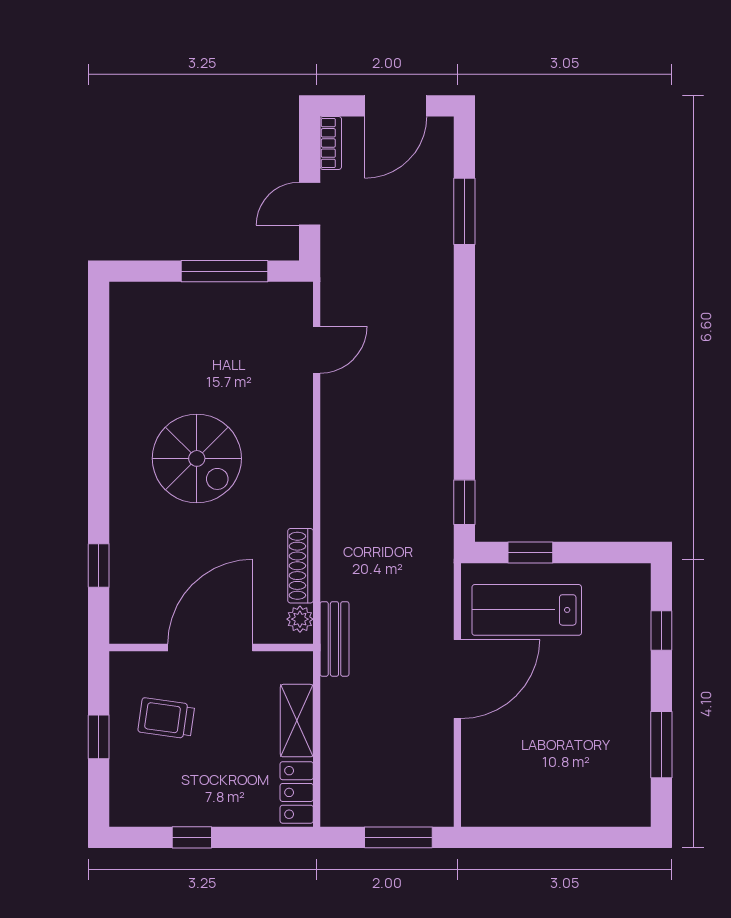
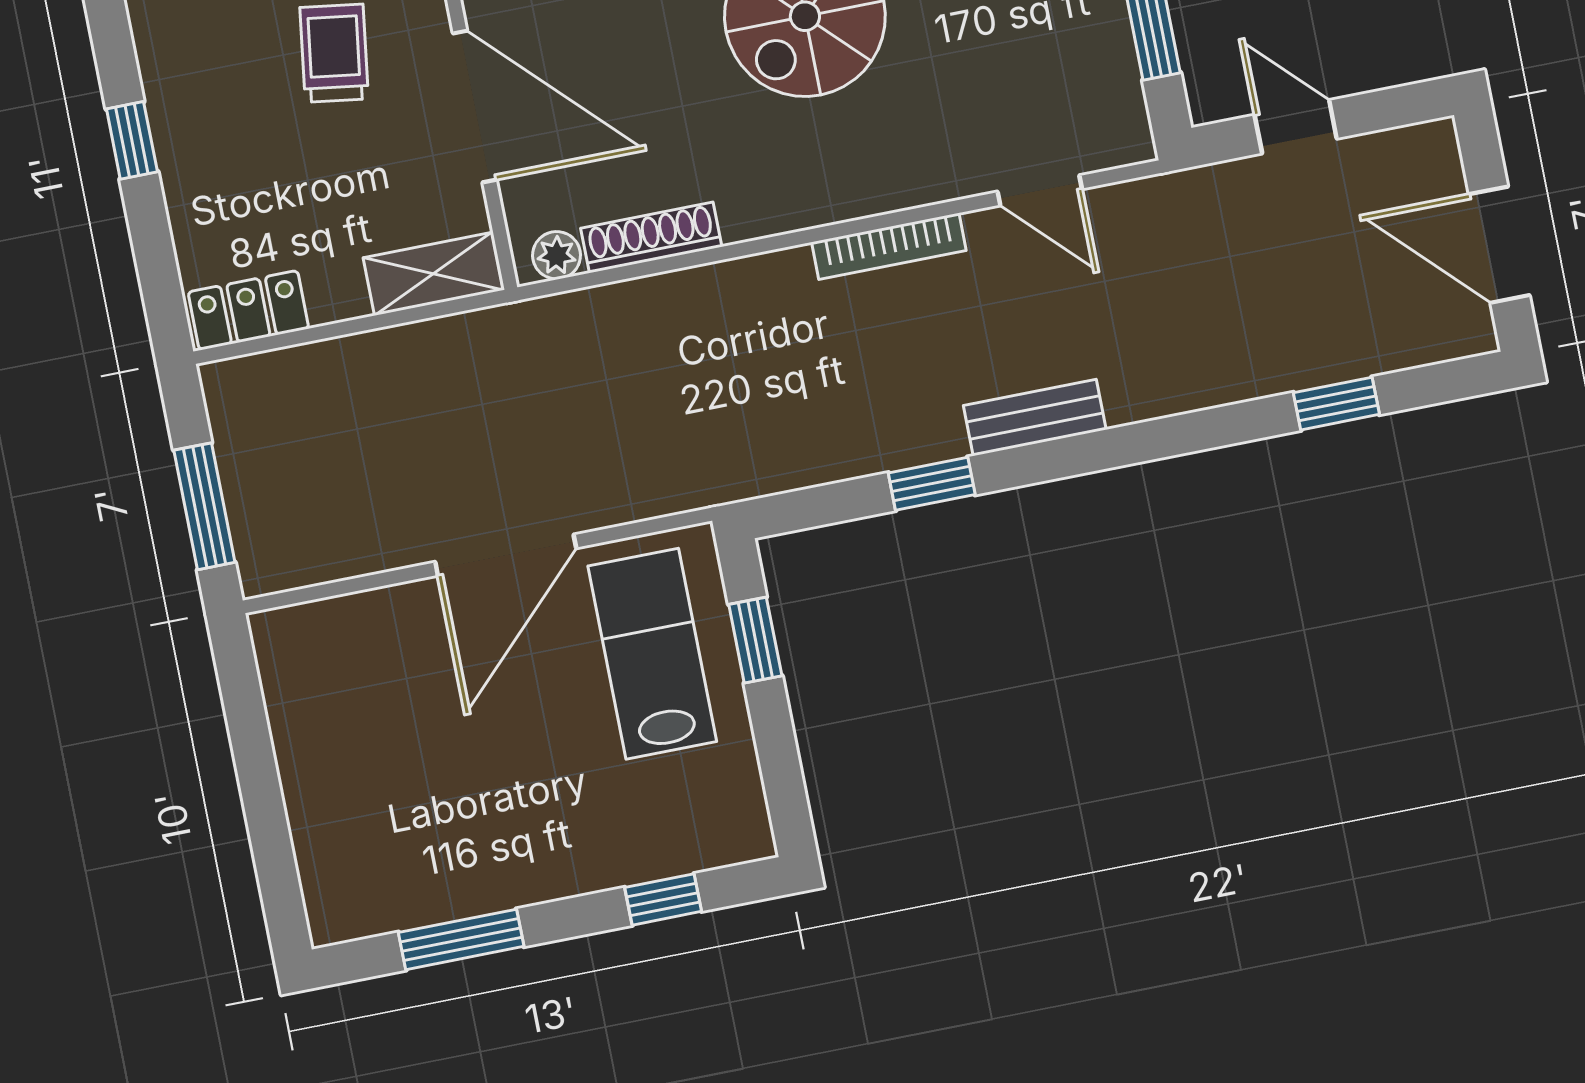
bookcase: (331, 143) -> (889, 246), moved, width x1.56
window: (464, 211) -> (1336, 404), width x0.67
window: (464, 502) -> (932, 484), moved
bench: (334, 639) -> (1035, 418), moved
door: (457, 679) -> (506, 555), hinge flipped
shelving: (297, 721) -> (433, 274), moved

